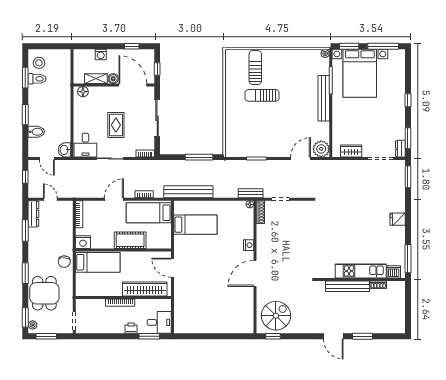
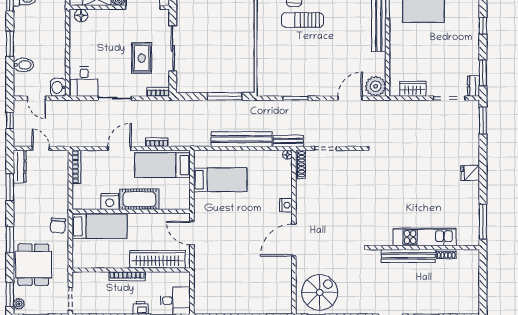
rug: (116, 125) -> (142, 58), moved
bench: (188, 192) -> (242, 139), moved
nightstand: (83, 242) -> (110, 201), moved
dishwasher: (394, 272) -> (465, 238), removed

